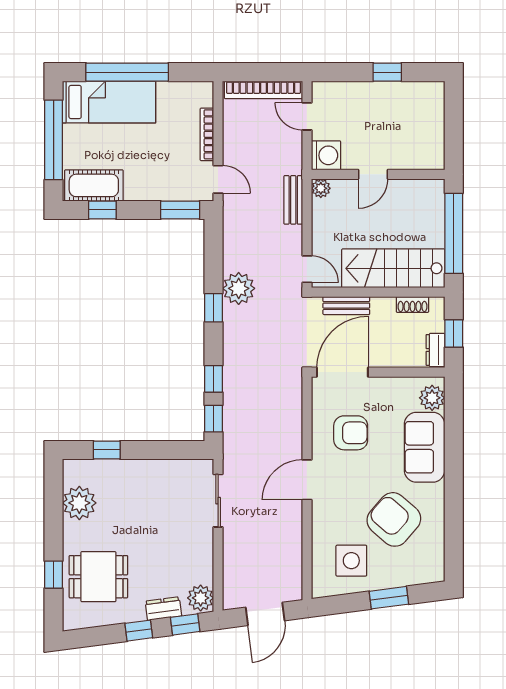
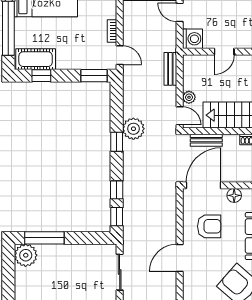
bookcase: (207, 134) -> (112, 31), width x0.64
plant: (321, 188) -> (189, 97), moved
floor lamp: (388, 387) -> (234, 195), added
window: (107, 450) -> (44, 238), width x2.17
plant: (79, 503) -> (26, 255), moved

